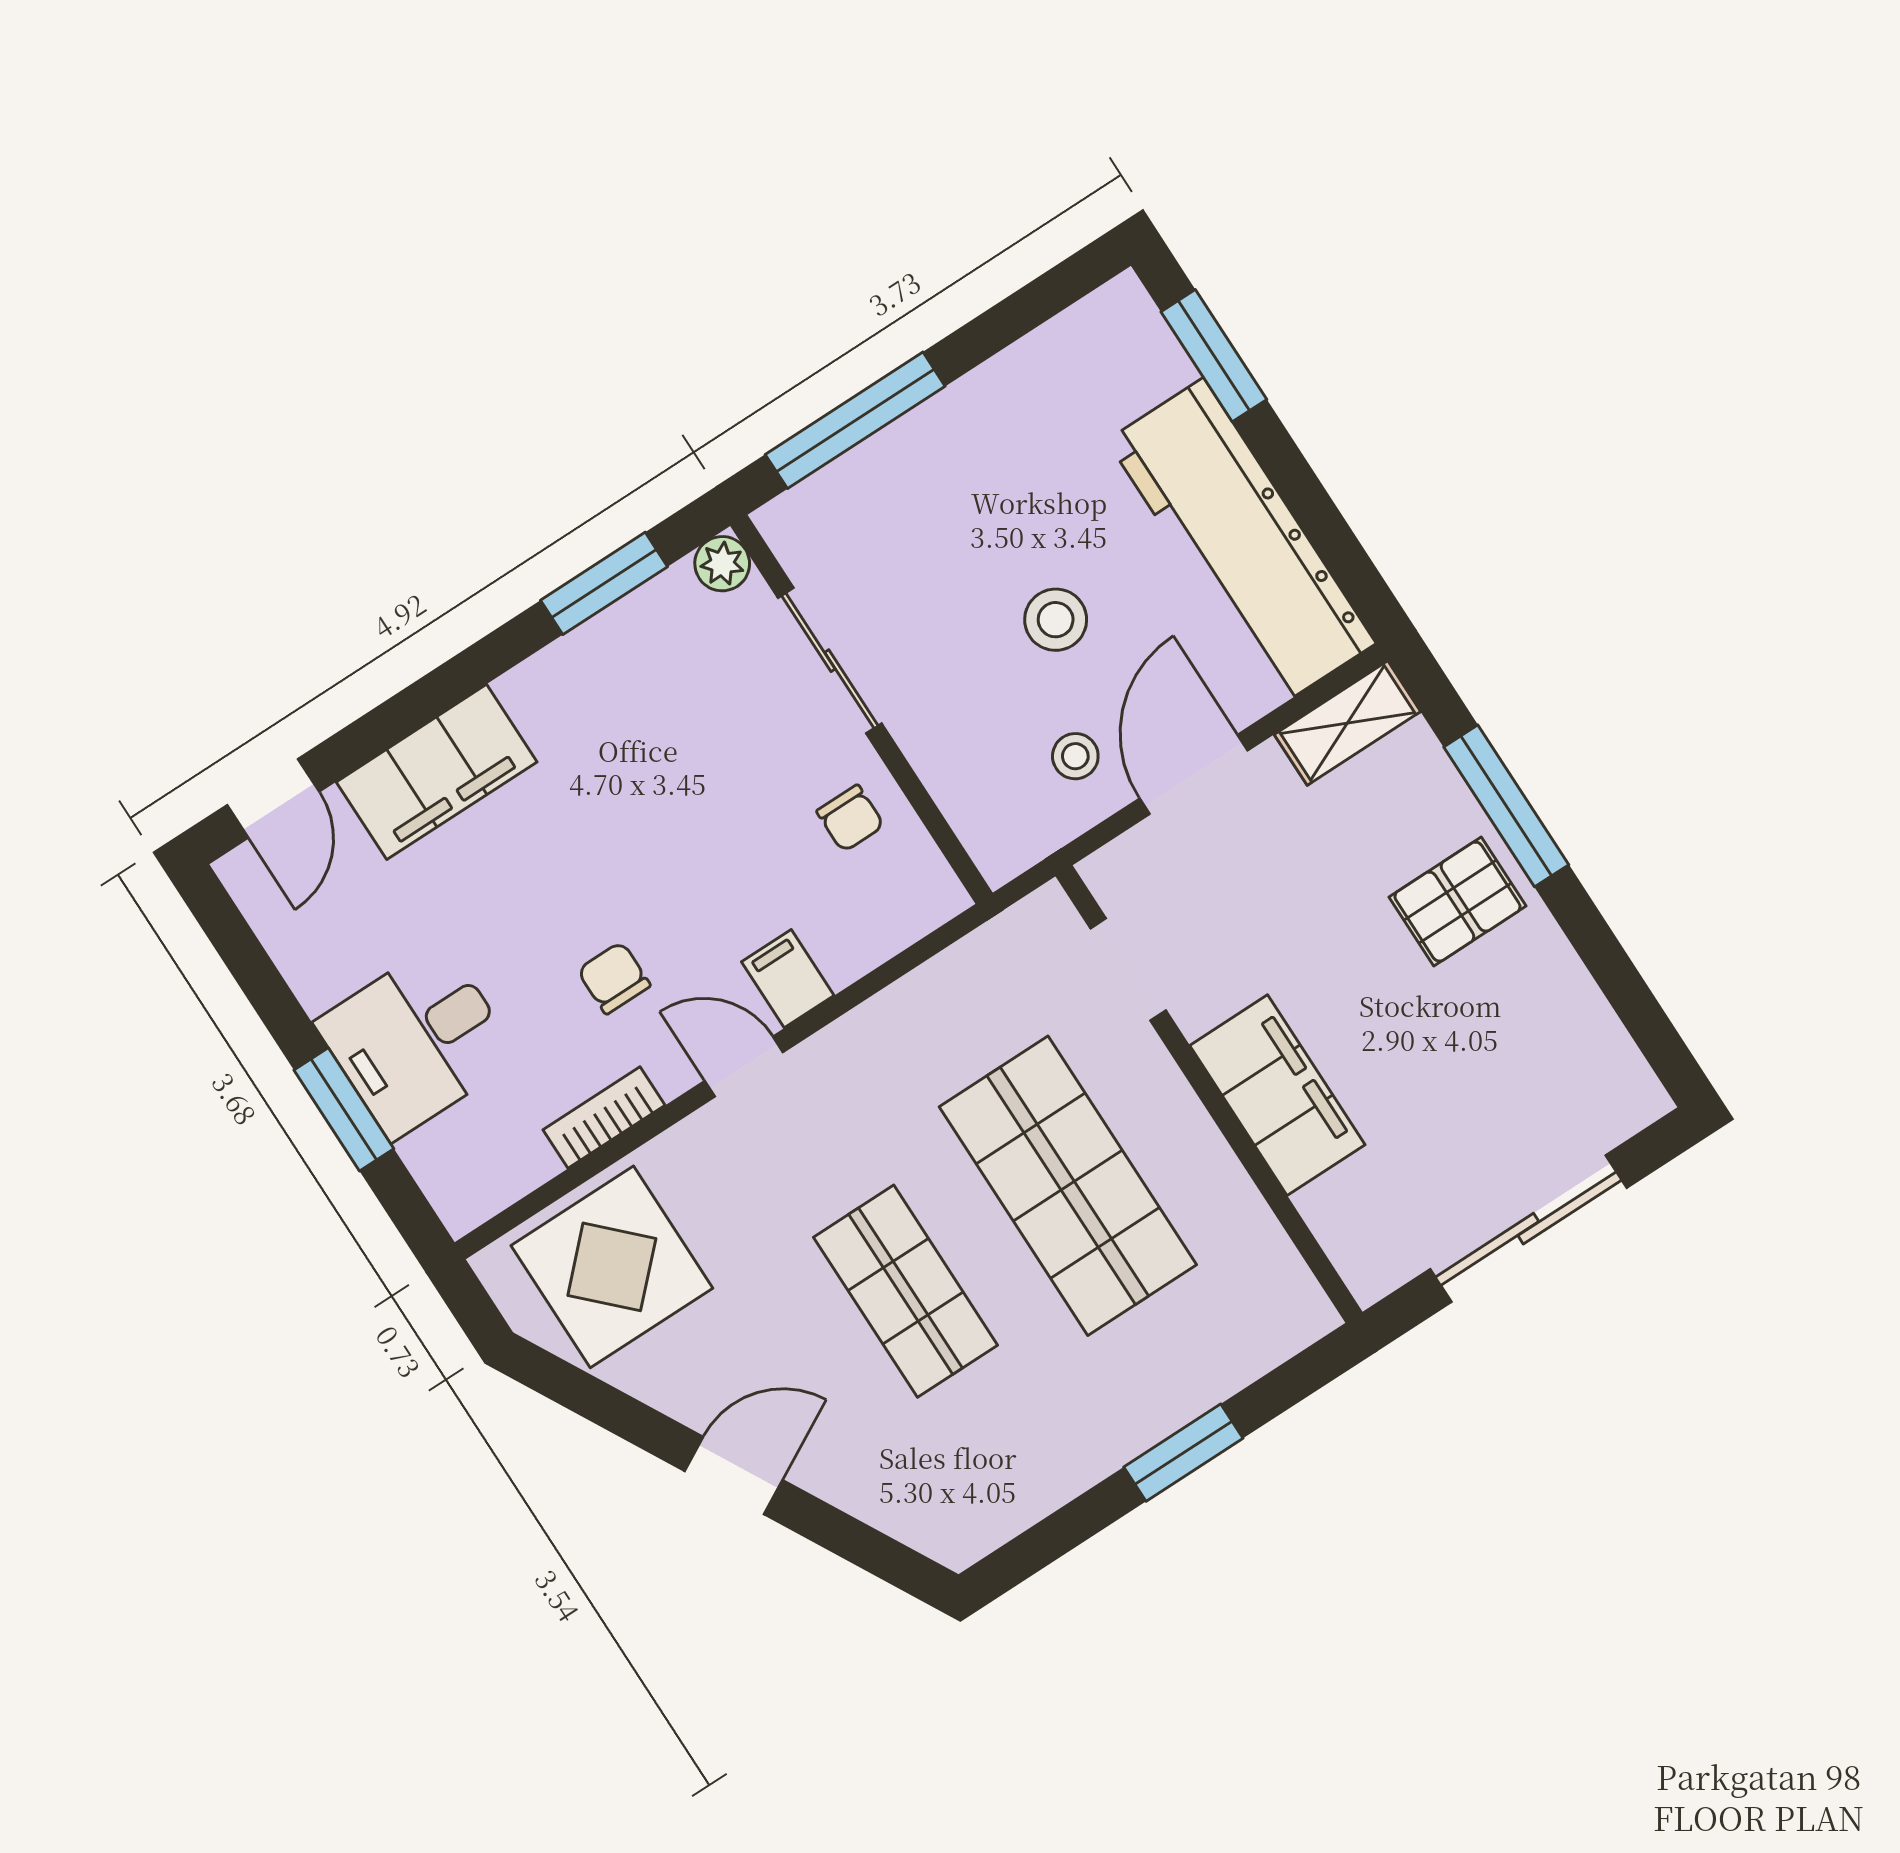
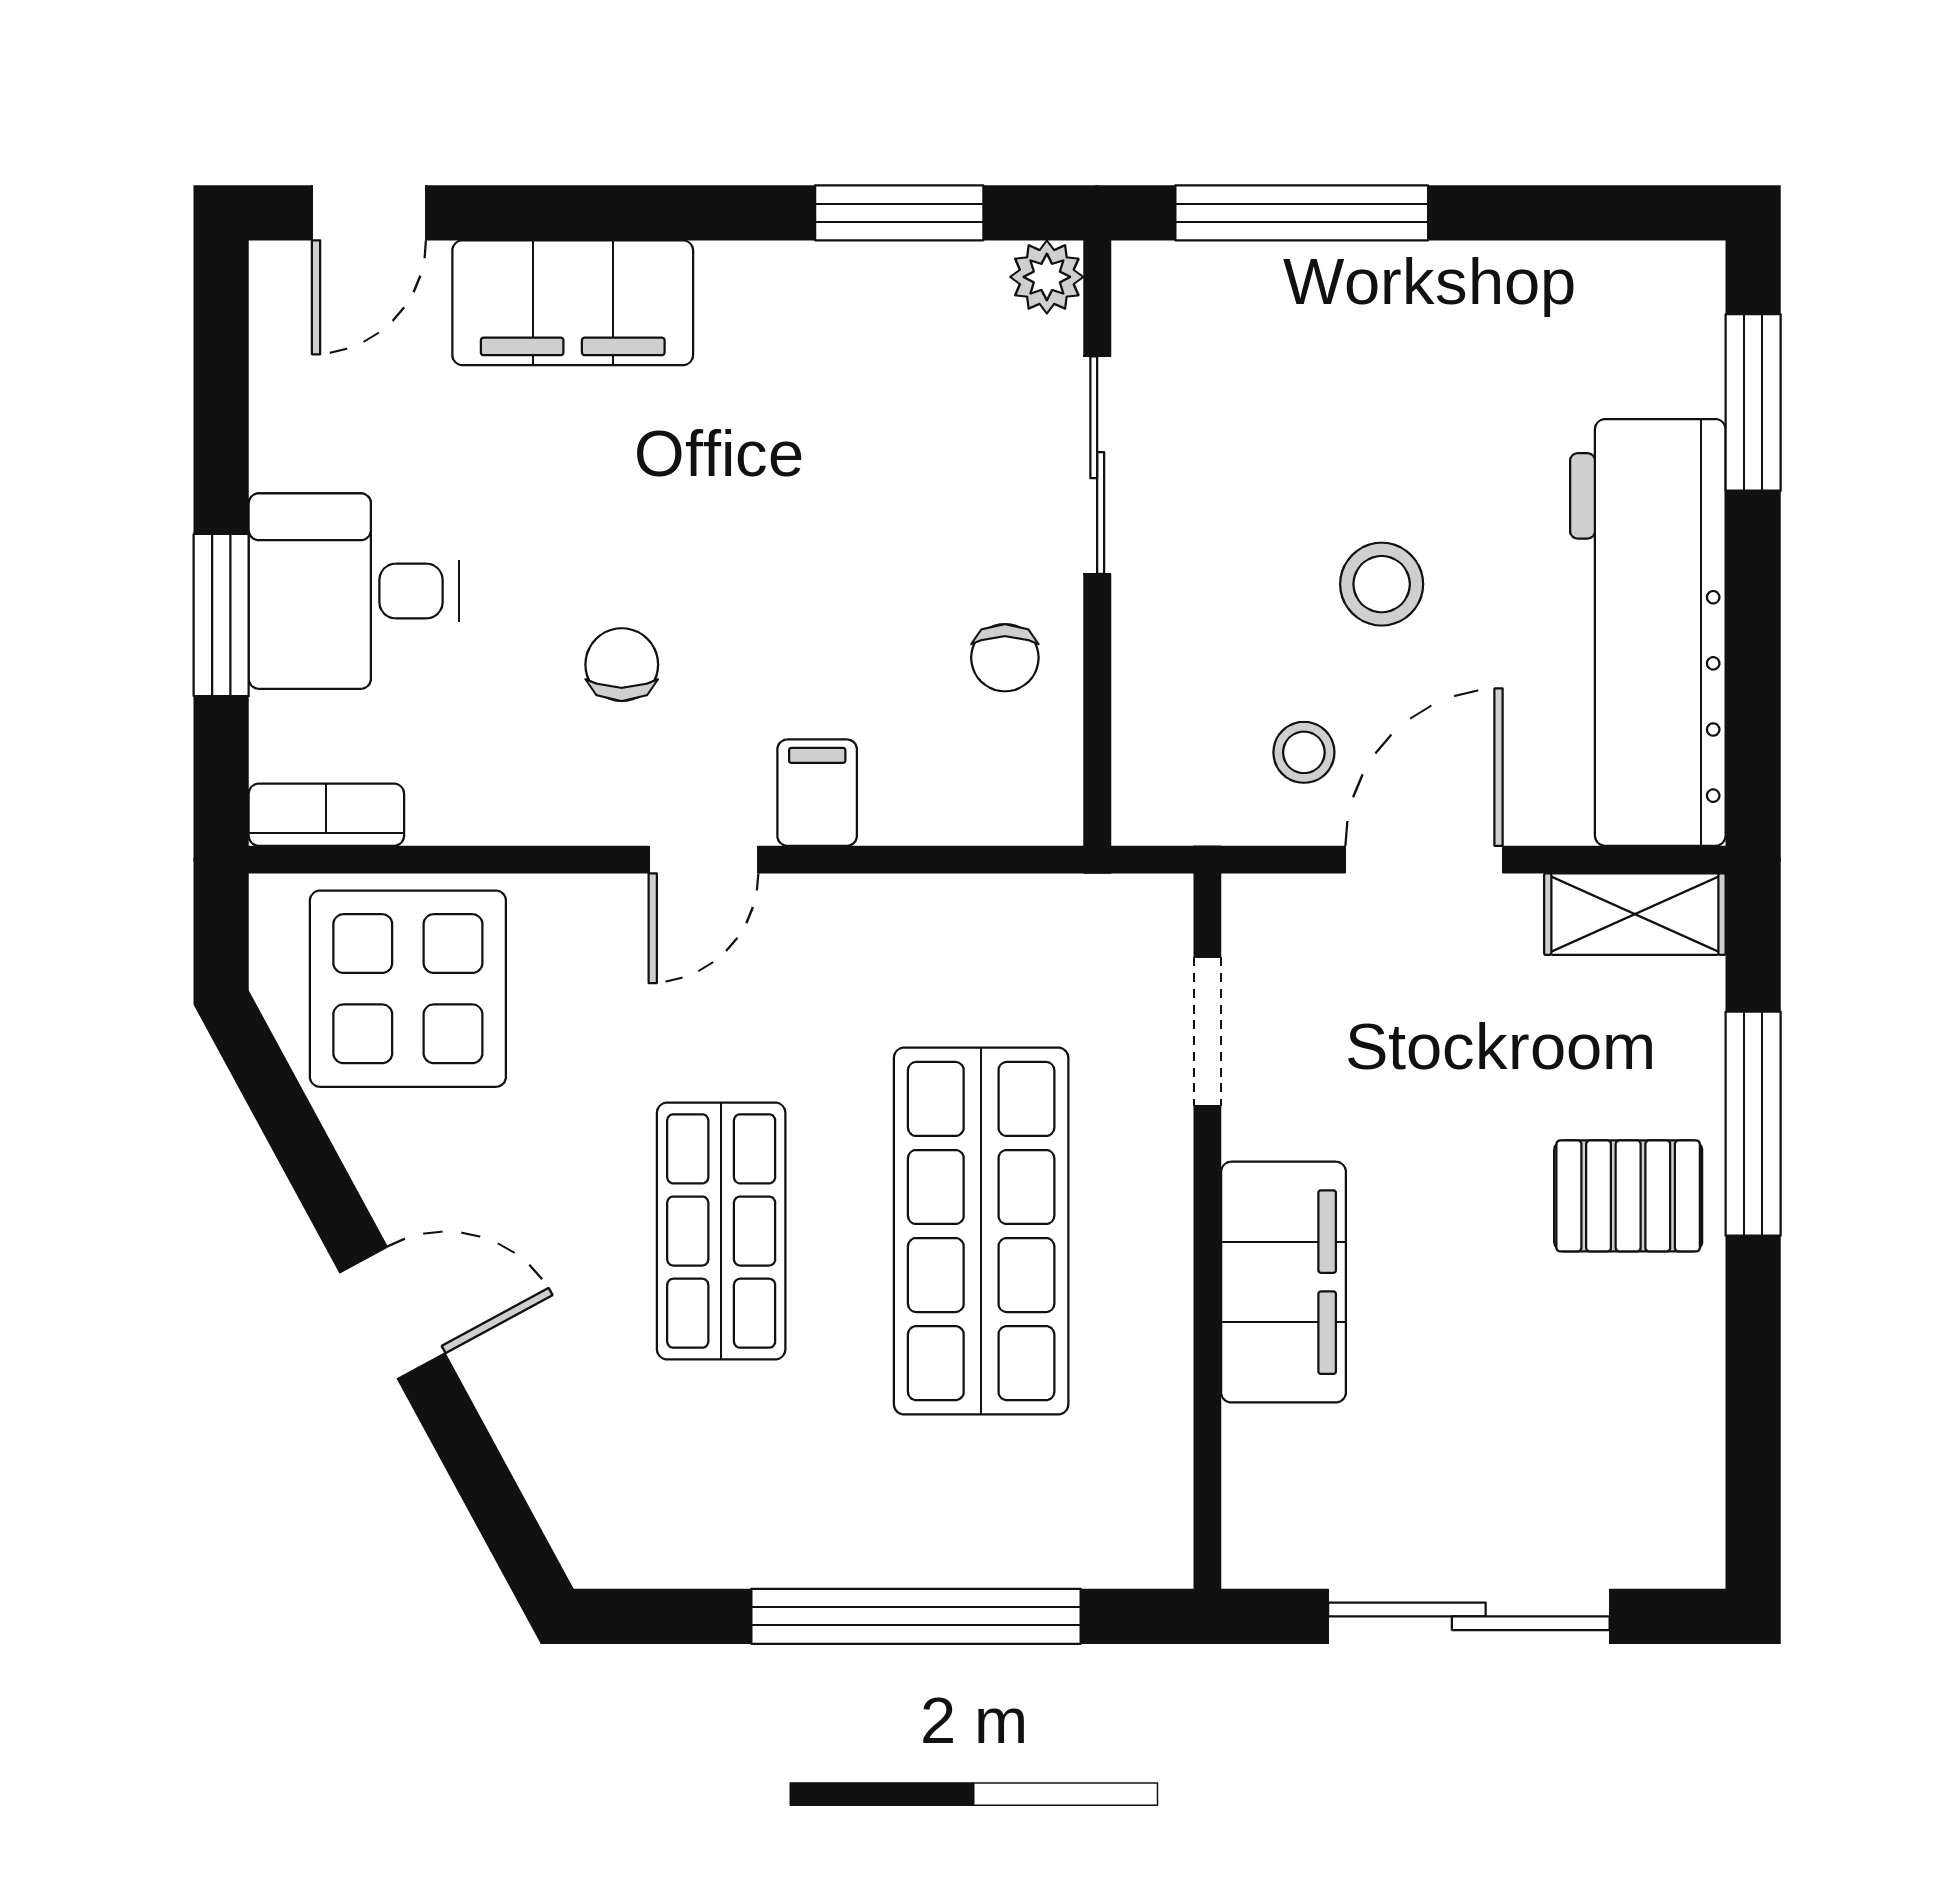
door: (744, 1066) -> (703, 860), swing flipped
bookcase: (604, 1118) -> (326, 815), moved
window: (1183, 1453) -> (916, 1616), width x2.11

